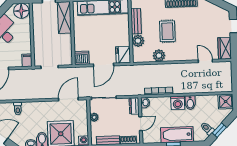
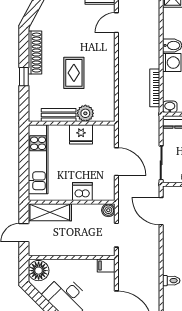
rug: (167, 31) -> (74, 73), turned 90
fridge: (123, 55) -> (81, 134), moved
plant: (159, 56) -> (107, 86), removed
dishwasher: (82, 58) -> (82, 192), moved, turned 90
boiler: (68, 60) -> (108, 210), added

